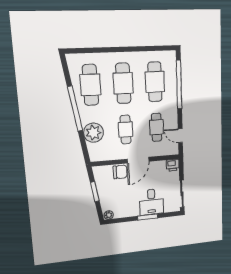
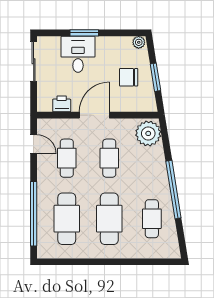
cafe table: (90, 85) -> (152, 219), width x0.73, depth x0.74
plant: (93, 133) -> (148, 133), moved
printer: (173, 165) -> (62, 104), moved
chair: (120, 172) -> (129, 77), moved

